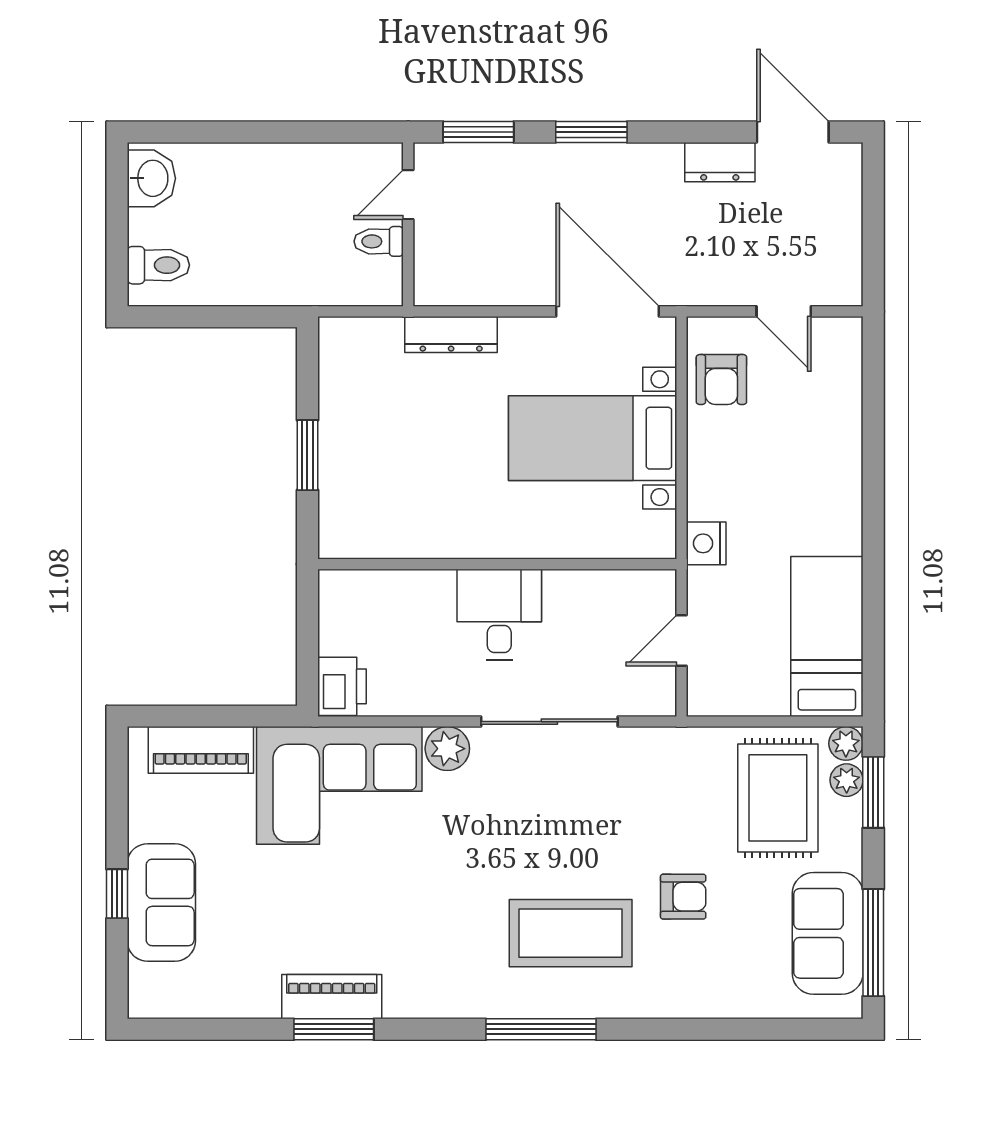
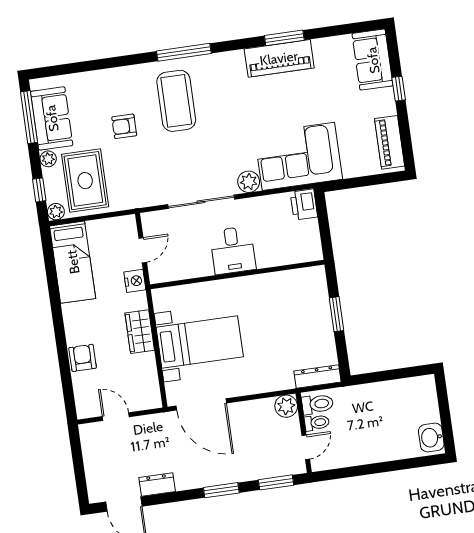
toilet: (158, 265) -> (317, 404), moved, turned 180
plant: (436, 284) -> (286, 406), added
dresser: (451, 334) -> (318, 377), moved
armchair: (721, 379) -> (83, 358), moved
wardrobe: (711, 477) -> (140, 332), added
nightstand: (706, 543) -> (135, 281), moved
piano: (201, 750) -> (390, 142), moved, turned -90
plant: (847, 780) -> (48, 159), moved
window: (873, 792) -> (39, 190), width x0.67
sofa: (161, 902) -> (373, 60), moved
coffee table: (571, 933) -> (176, 101), turned 90
piano: (332, 997) -> (279, 58), width x1.37, depth x1.33

